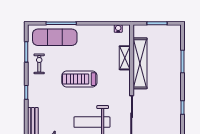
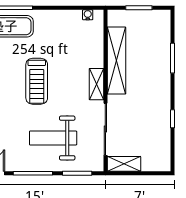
shelving: (125, 58) -> (96, 84), moved
treadmill: (79, 79) -> (37, 81), turned -90

